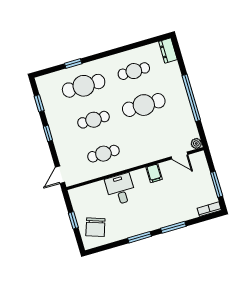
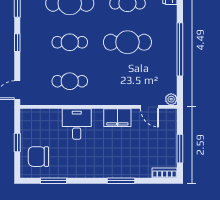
filing cabinet: (154, 173) -> (117, 118), width x2.00
chair: (95, 227) -> (38, 157), turned 71
window: (139, 237) -> (53, 181), moved

